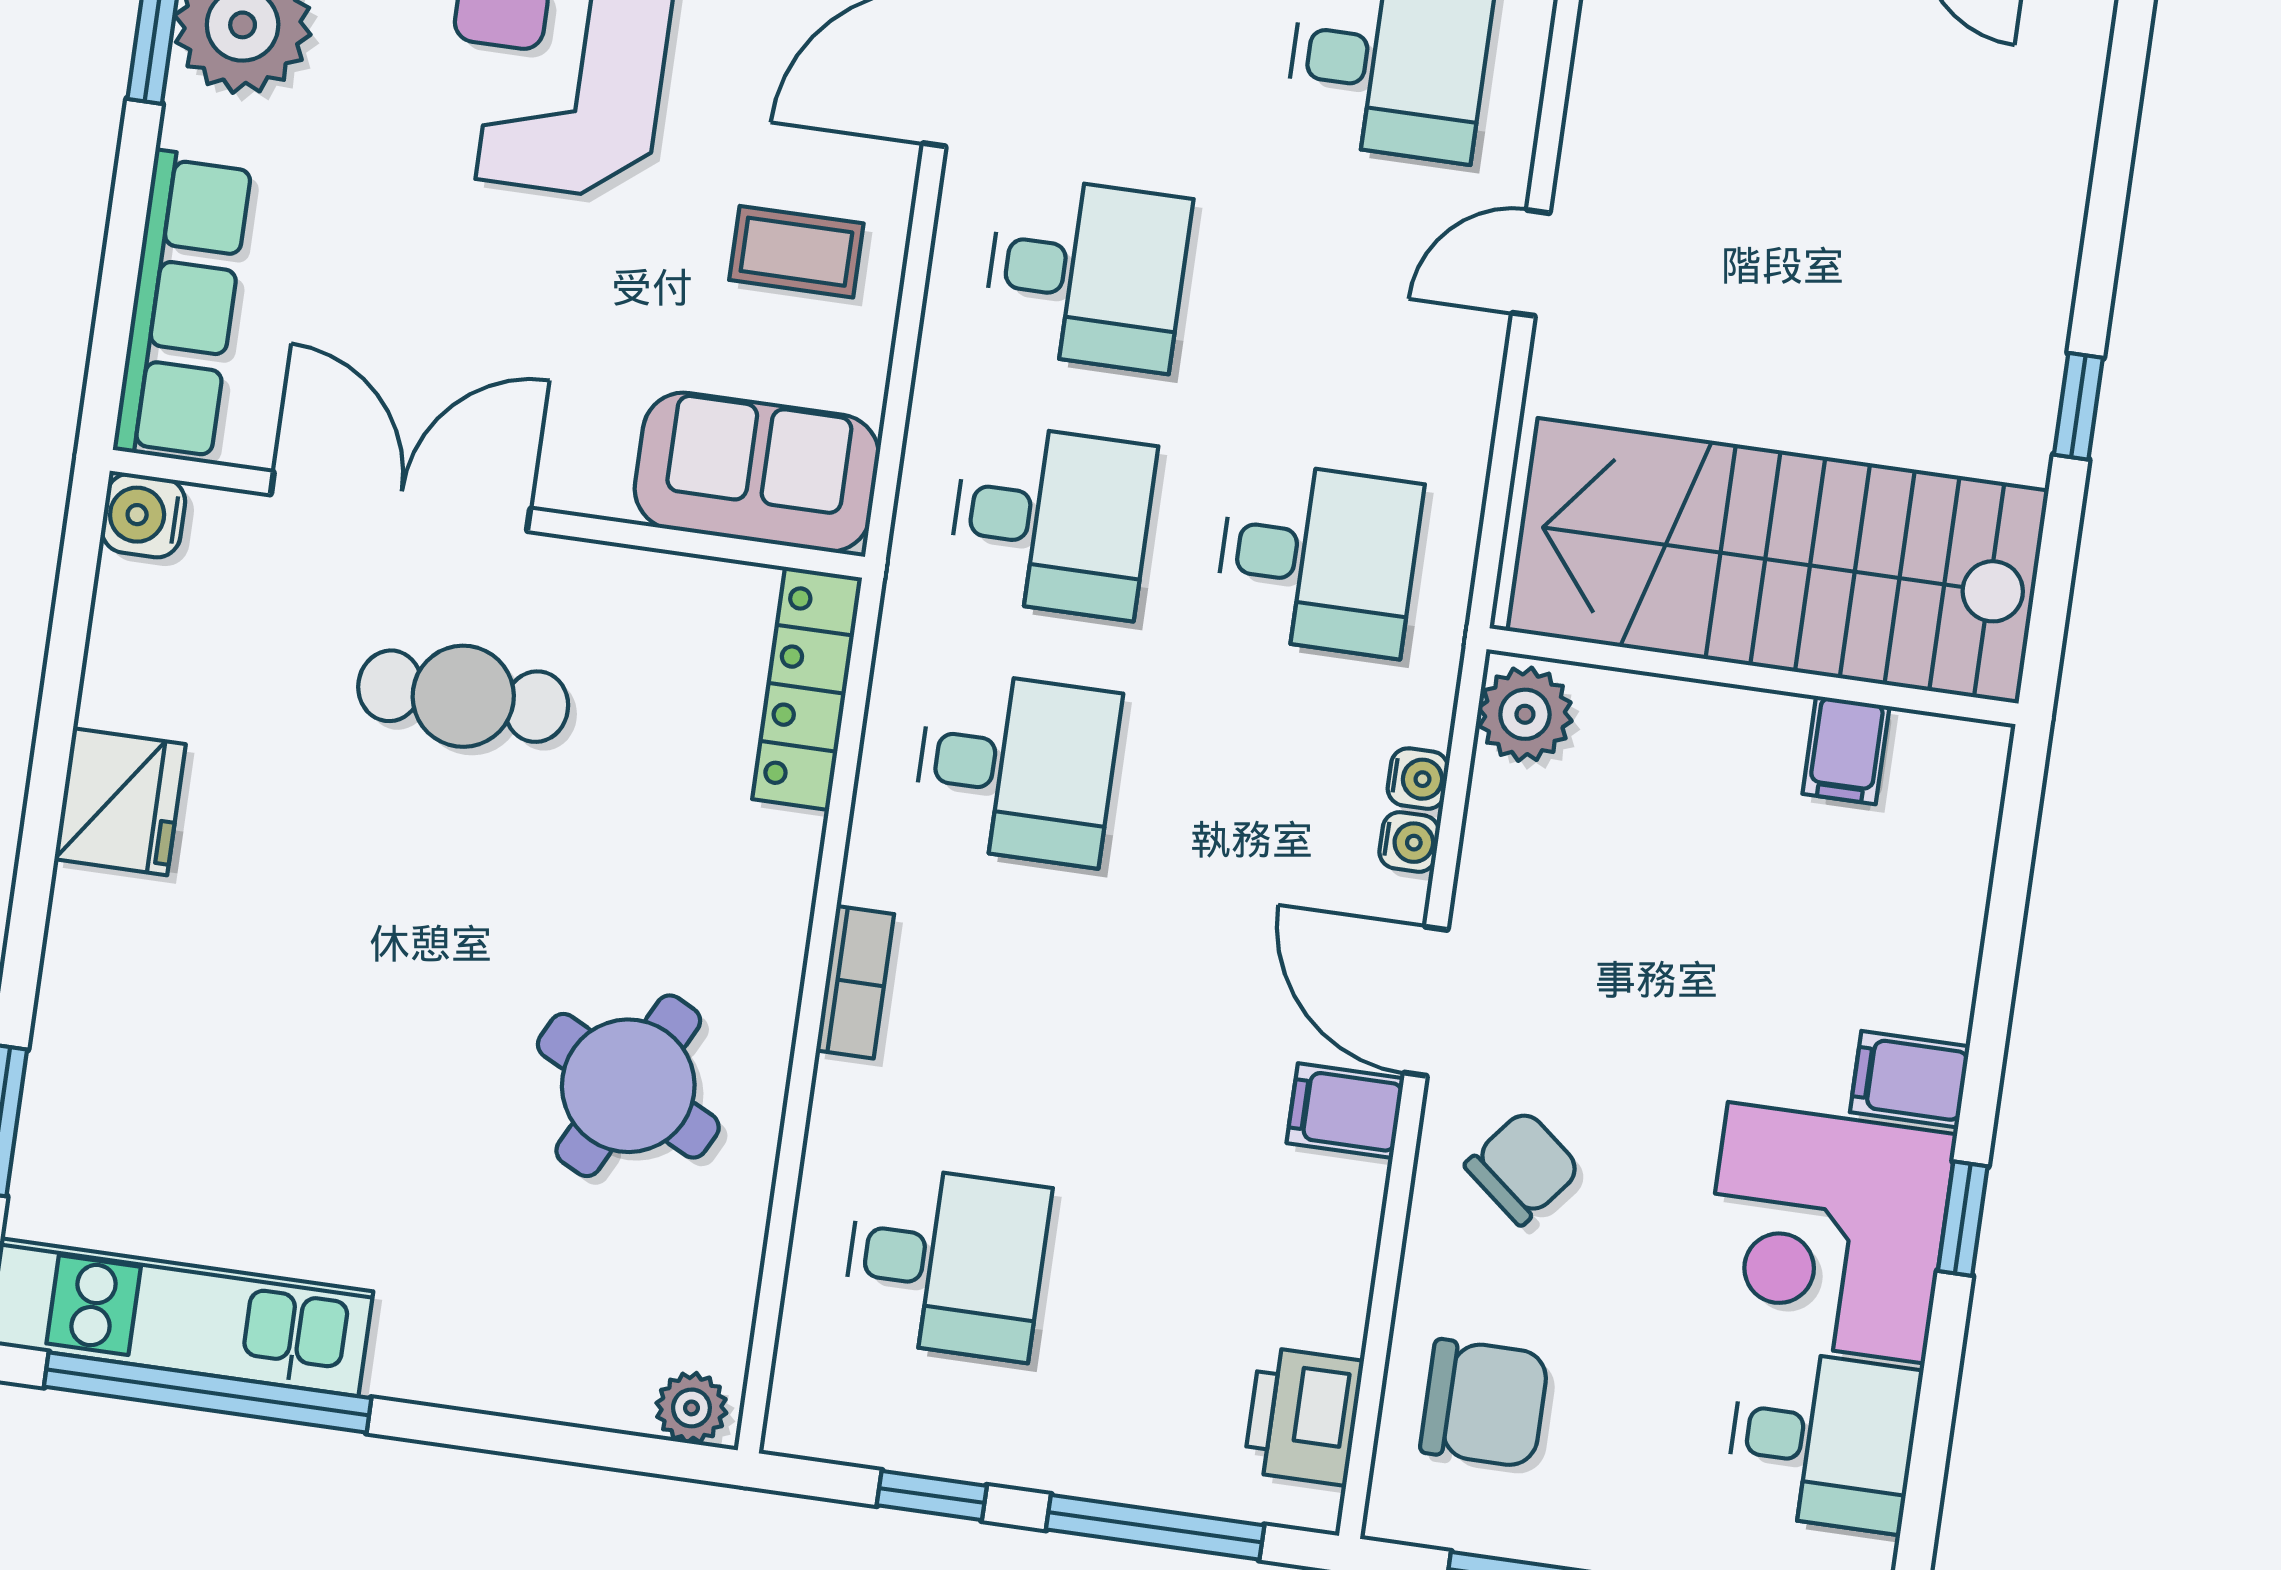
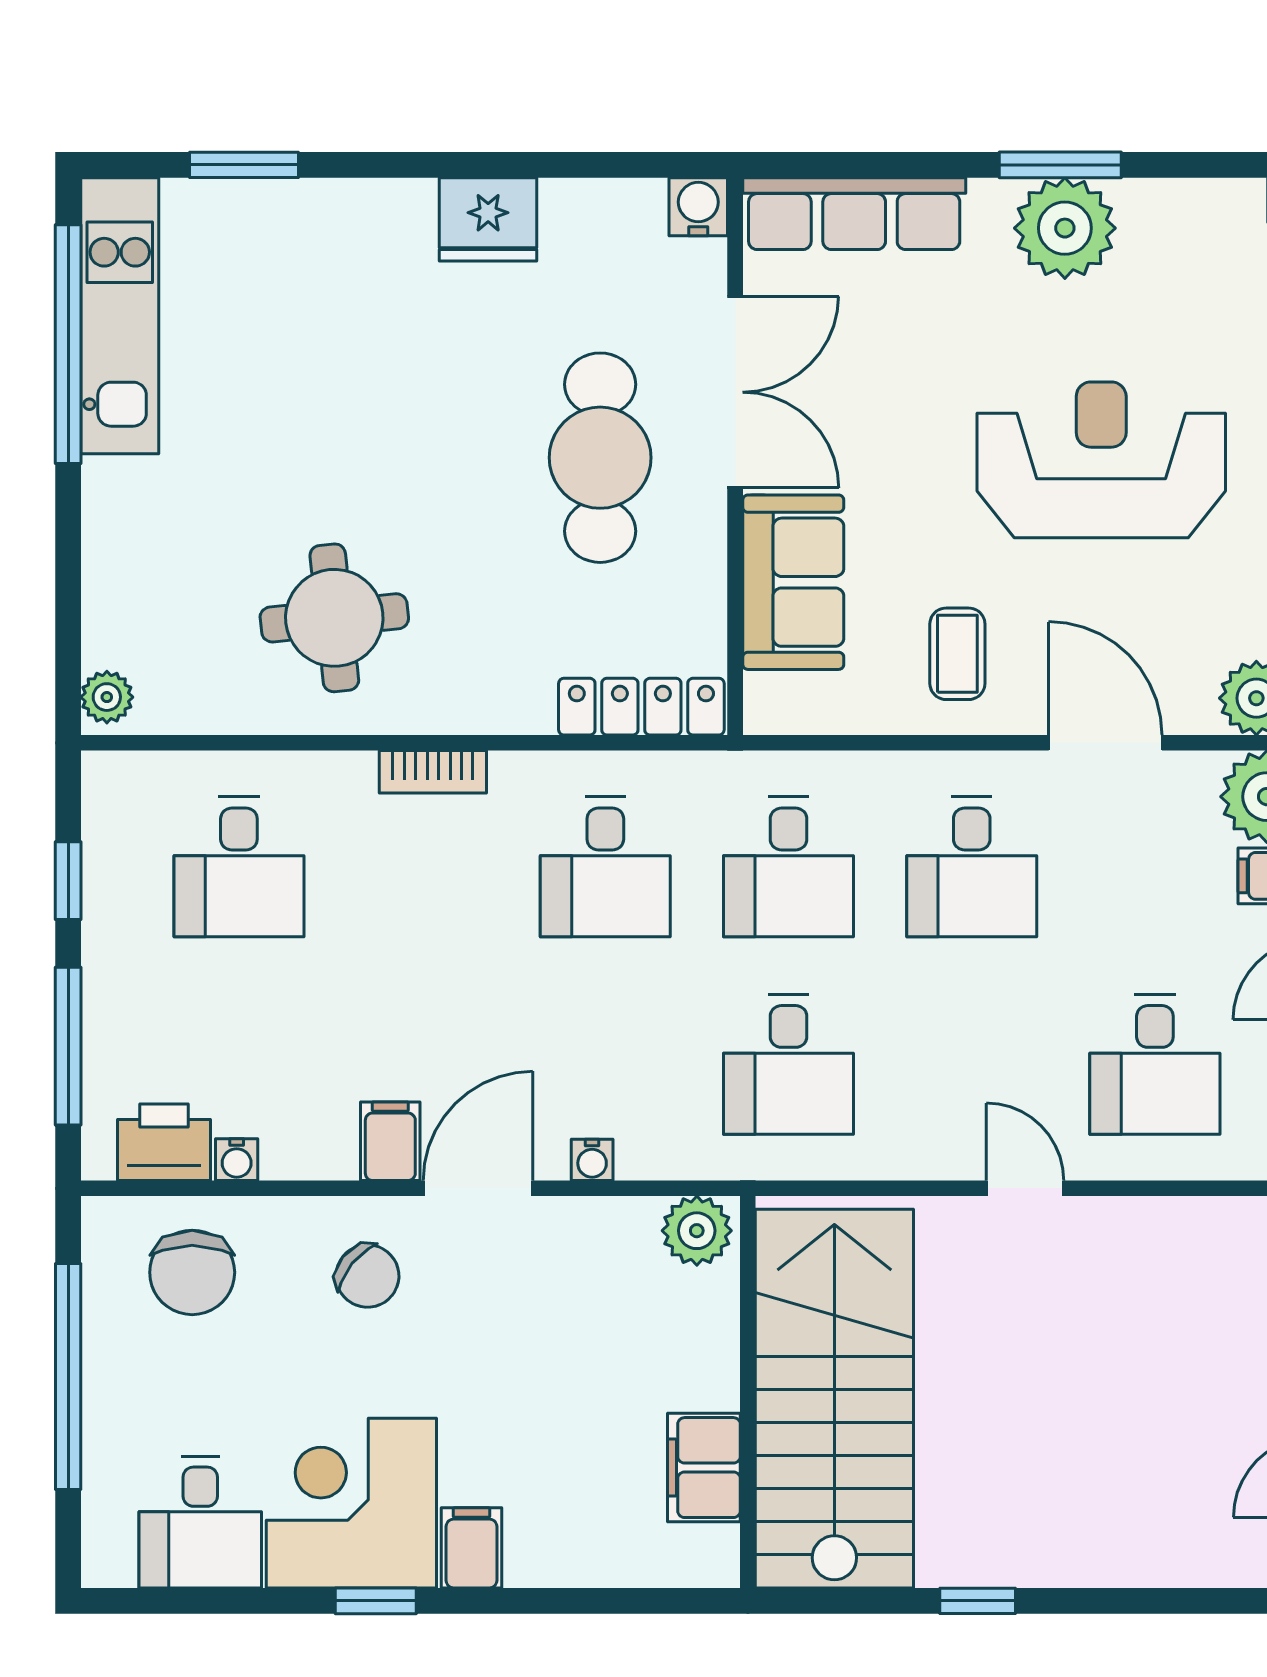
sofa: (757, 472) -> (793, 582), moved
cafe table: (463, 696) -> (600, 458), width x1.37, depth x1.35
filing cabinet: (1846, 750) -> (704, 1468), width x2.00
water cooler: (1418, 779) -> (237, 1160), moved
round table: (628, 1086) -> (334, 618), turned -33

